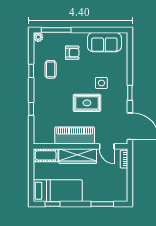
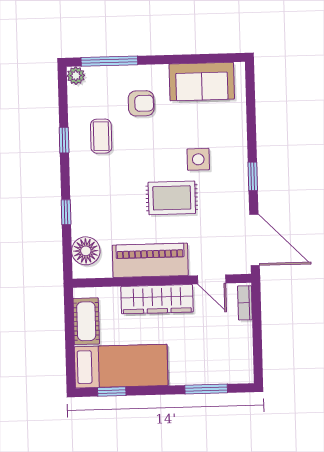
floor lamp: (41, 130) -> (86, 251), added
cot: (46, 155) -> (86, 321), moved, turned 90

